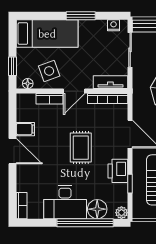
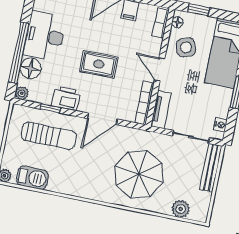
bookcase: (49, 99) -> (161, 23), moved

